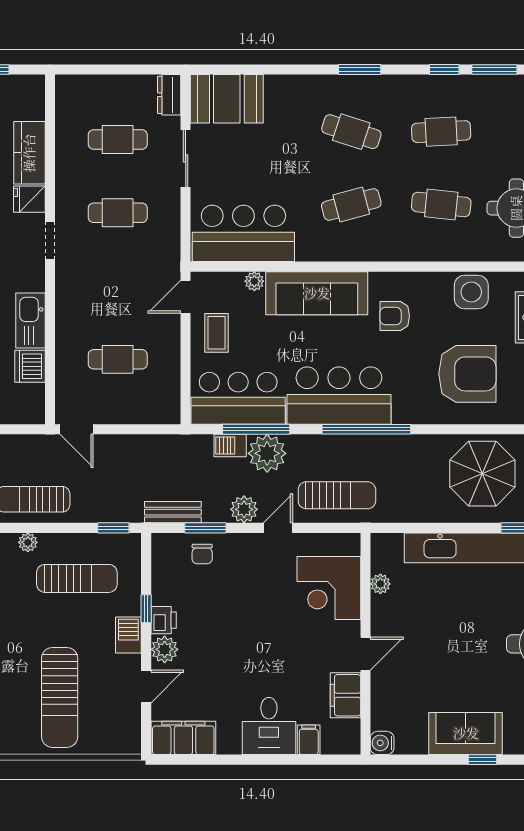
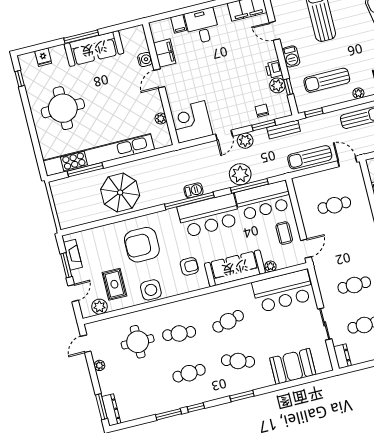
booth: (227, 99) -> (293, 366), moved
barbecue: (230, 446) -> (194, 190), moved
sun lounger: (337, 495) -> (310, 157), moved
corner desk: (329, 588) -> (191, 122), moved, turned -90
window: (146, 609) -> (288, 87), moved
plant: (165, 649) -> (277, 85), moved
door: (146, 686) -> (274, 31), hinge flipped
sofa: (466, 733) -> (94, 49), width x1.36
water cooler: (382, 743) -> (145, 59), moved
window: (482, 760) -> (81, 37), width x2.17

